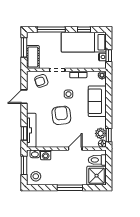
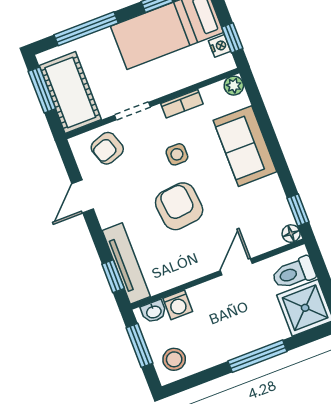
cot: (33, 57) -> (70, 92), width x1.37, depth x1.34
plant: (101, 133) -> (279, 213), removed

